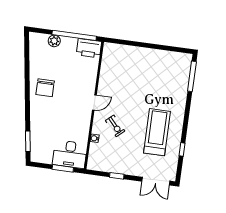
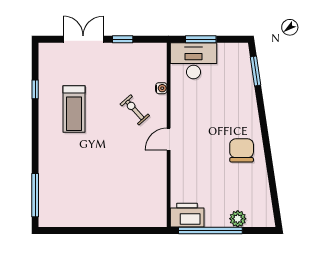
treadmill: (157, 132) -> (74, 109), width x0.73, depth x0.73
double door: (156, 181) -> (83, 39), moved

